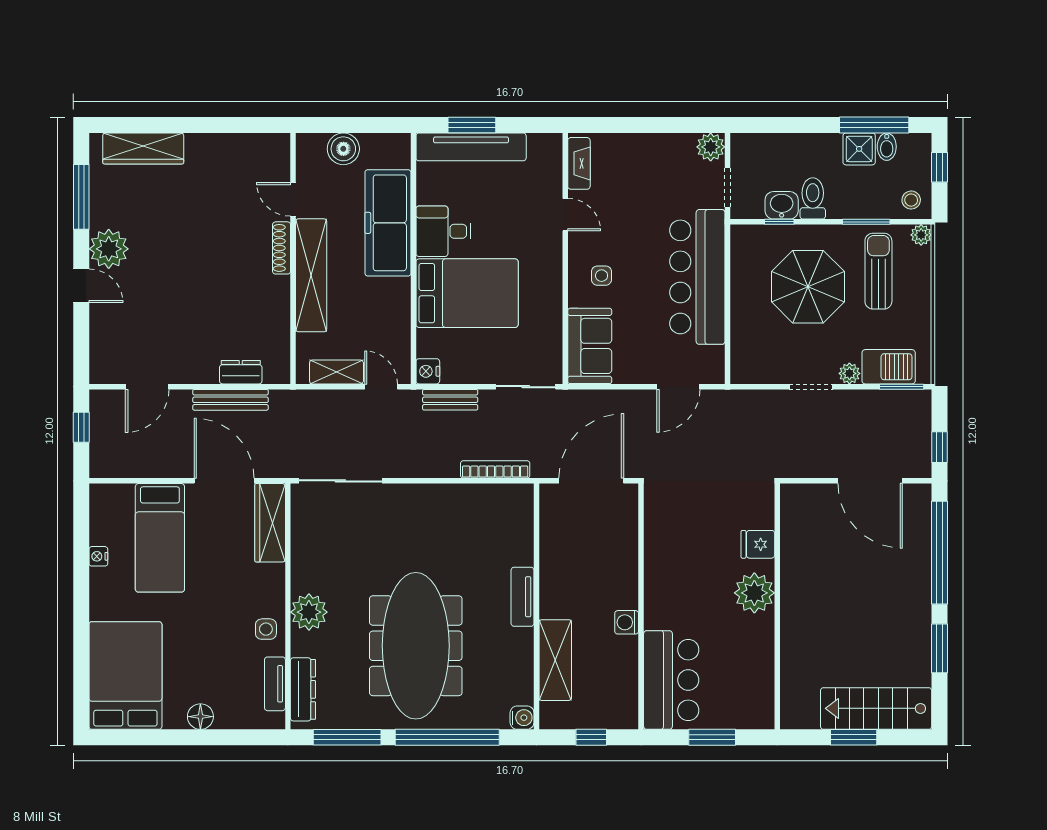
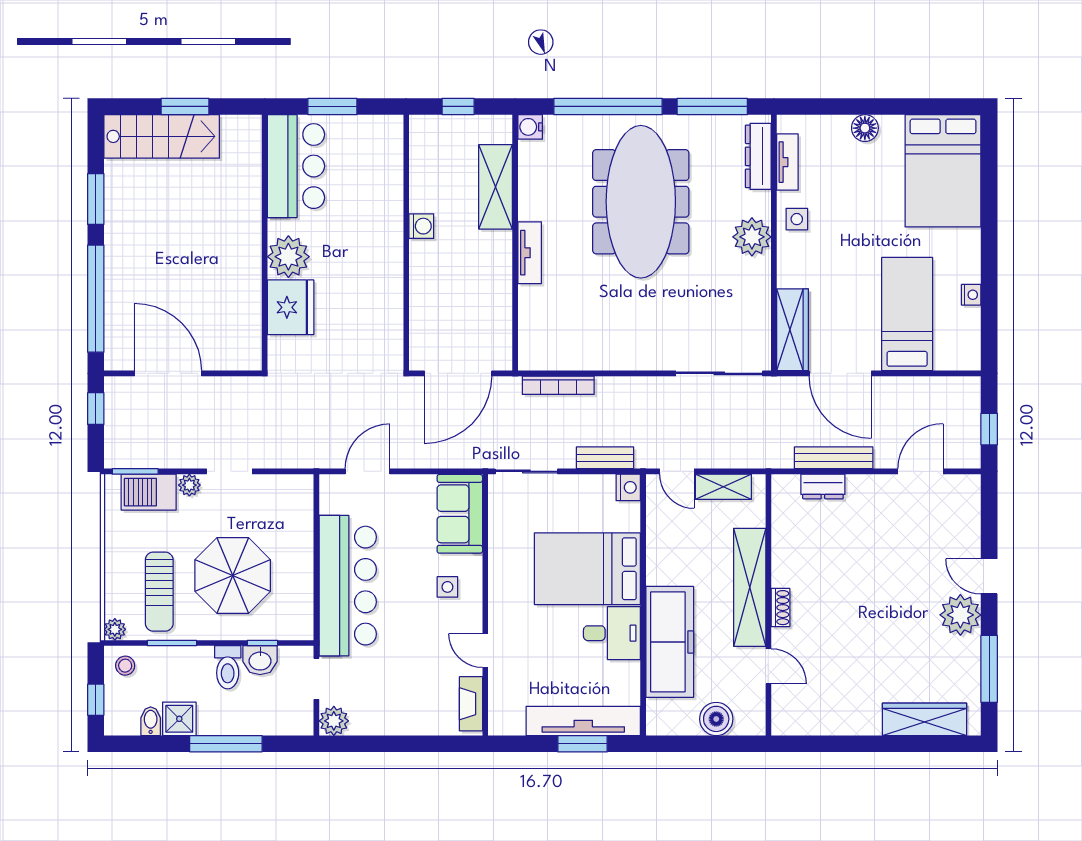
window: (874, 125) -> (226, 744), moved
shoe rack: (282, 248) -> (780, 608), width x0.70
fridge: (758, 544) -> (291, 307), width x1.88, depth x1.34
bar counter: (671, 680) -> (296, 166), moved, turned 180

